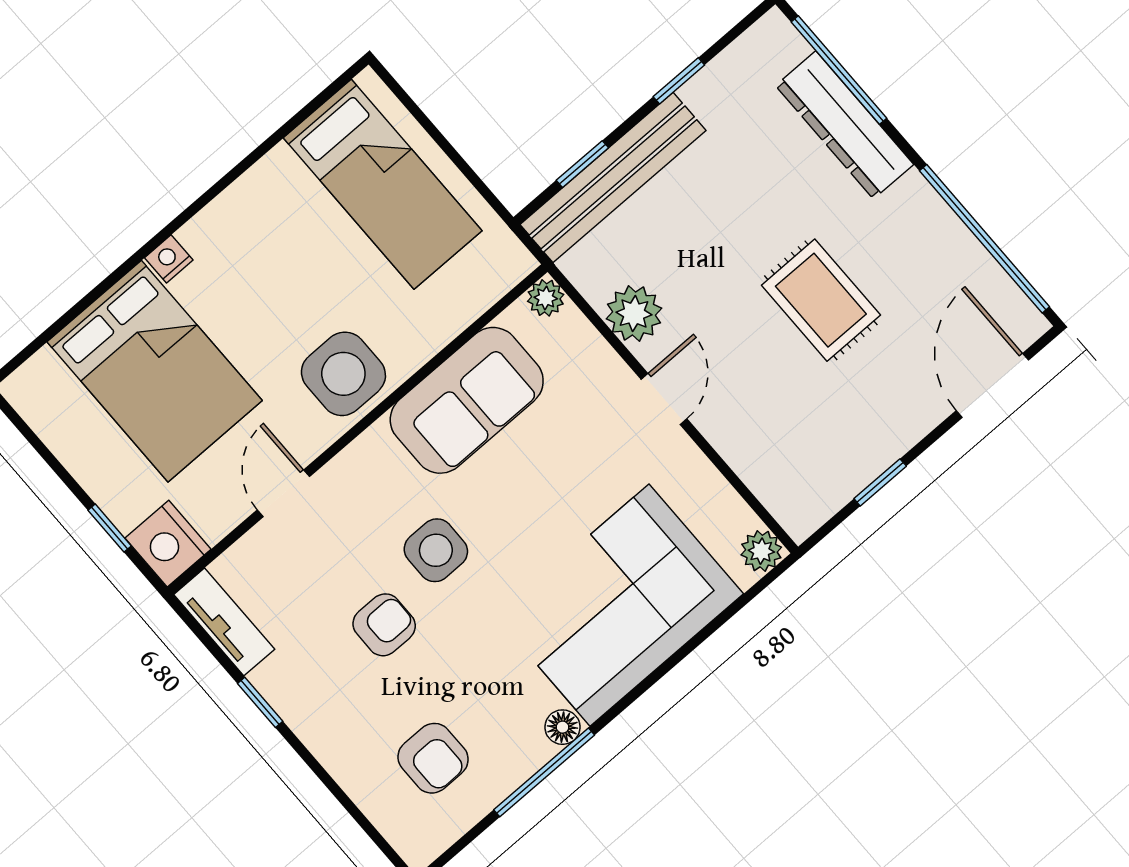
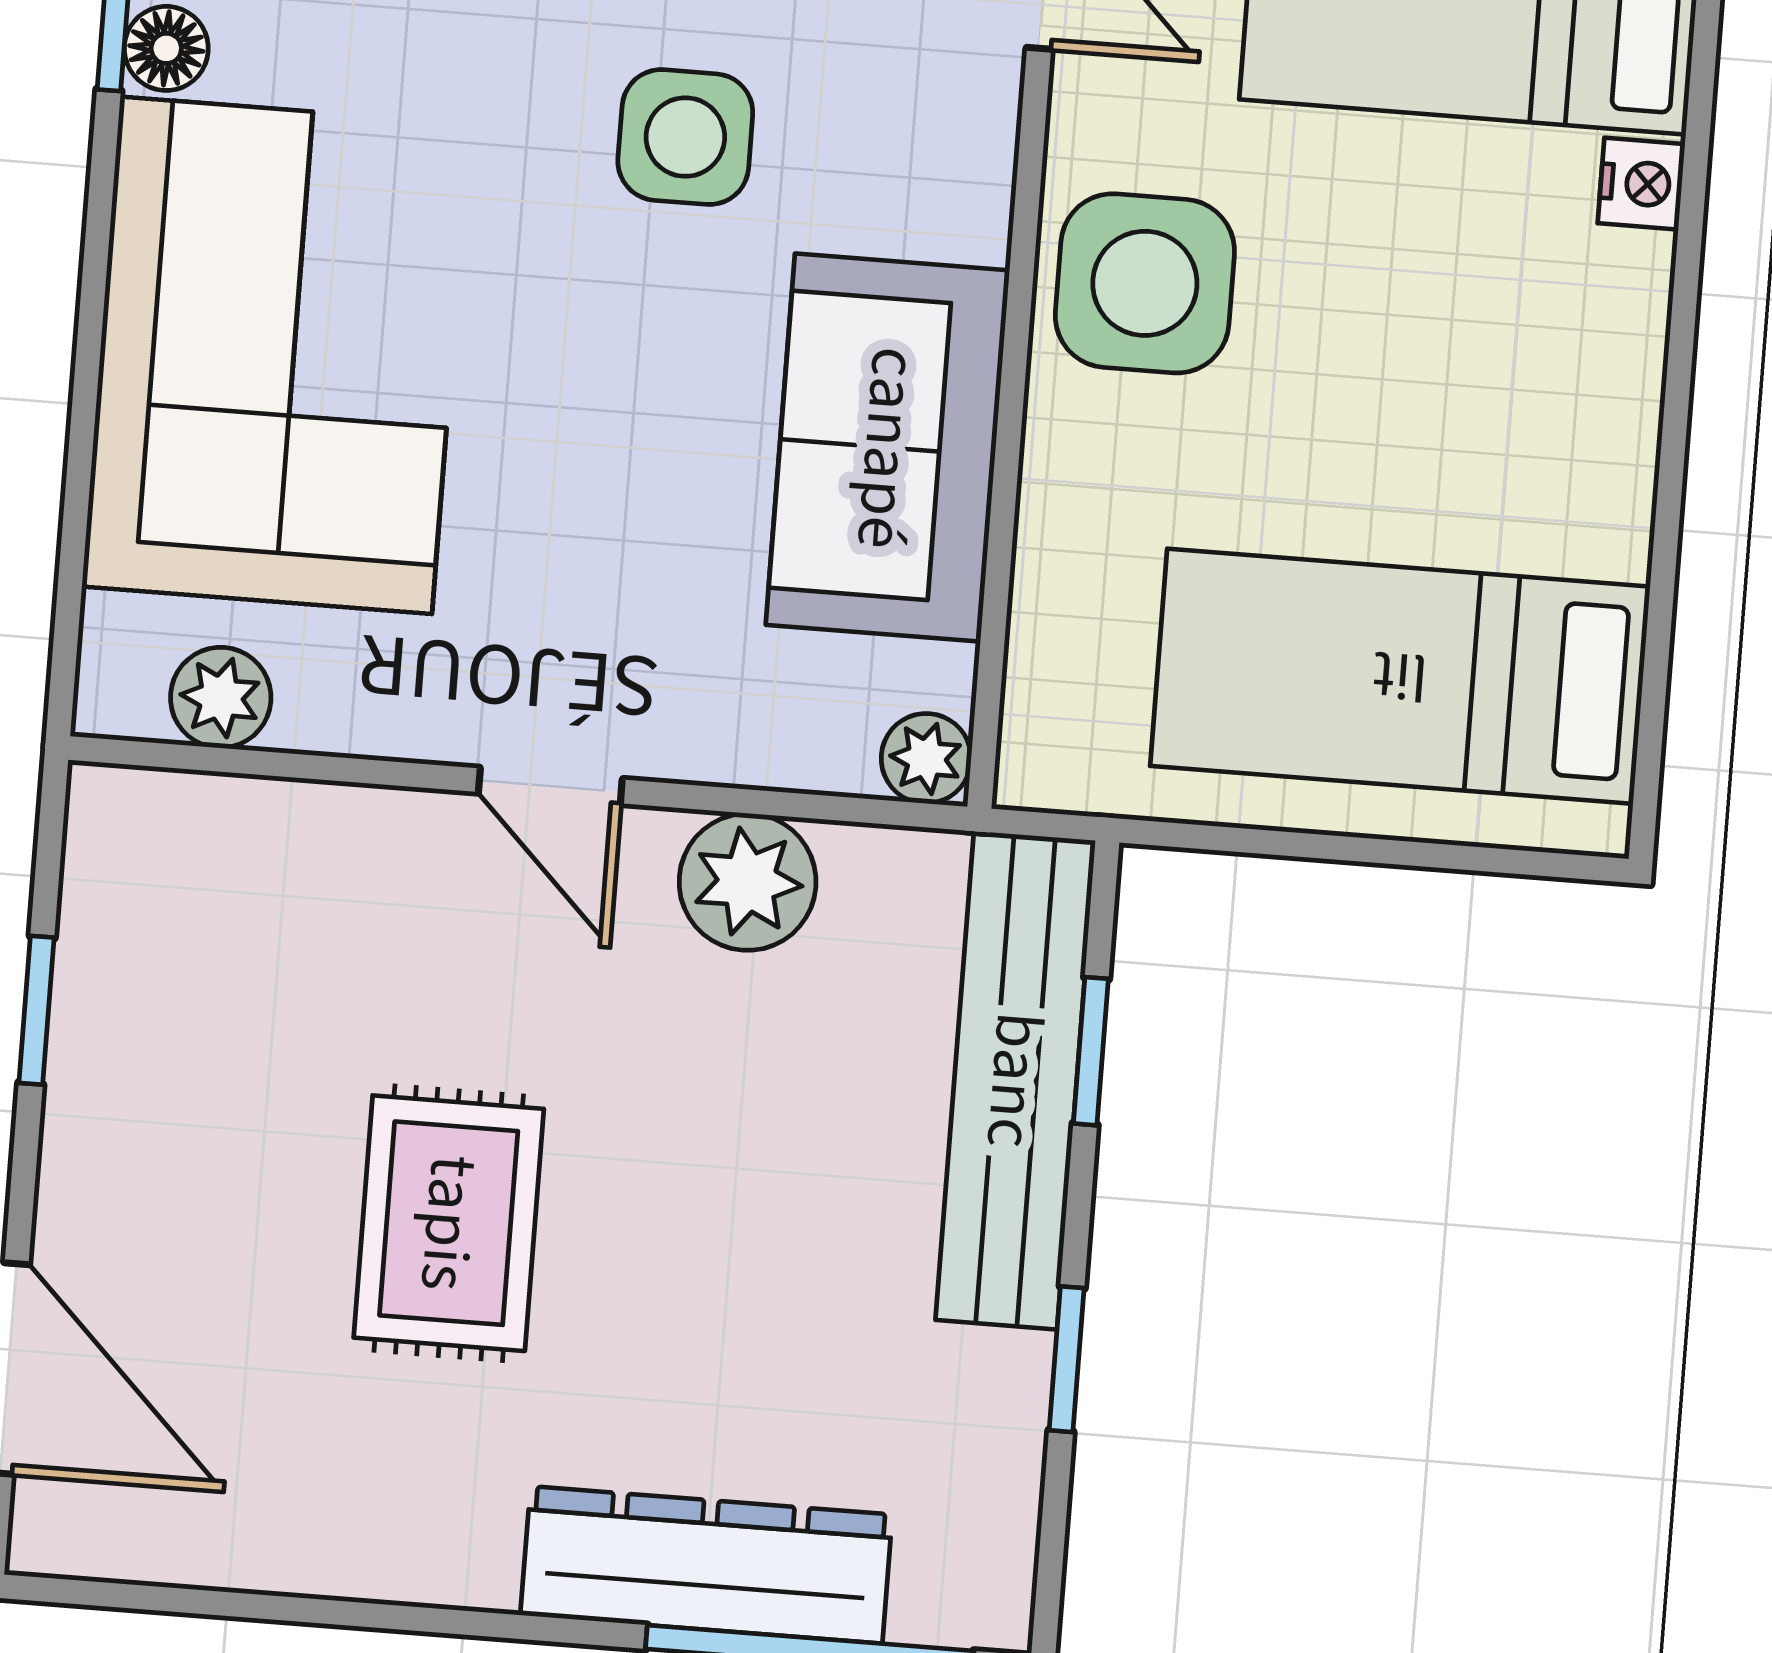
window: (985, 239) -> (272, 1608), removed
rug: (821, 300) -> (449, 1223), turned 90
plant: (761, 551) -> (221, 698), moved

